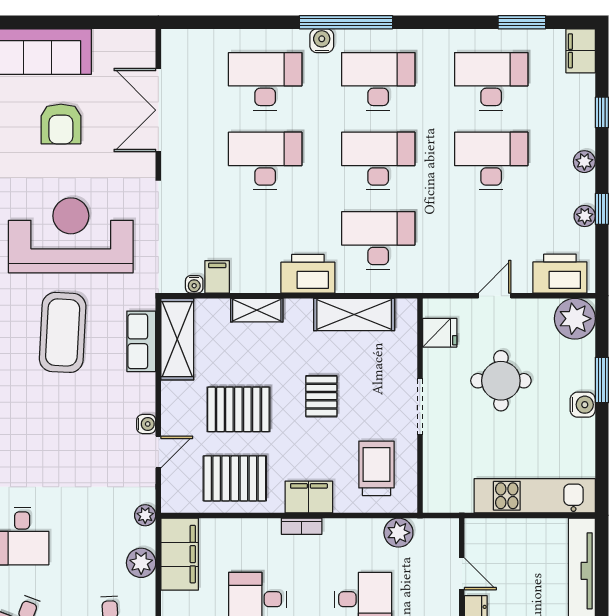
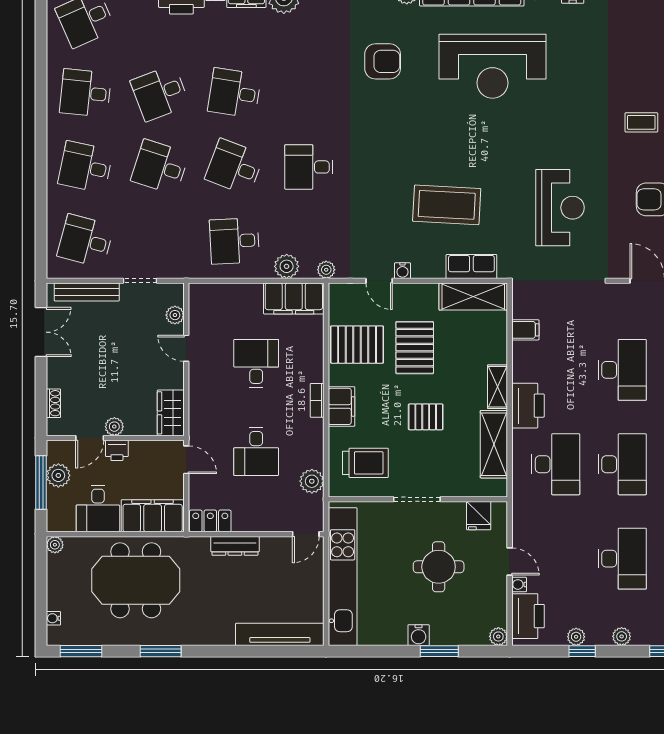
reception desk: (71, 235) -> (560, 208), width x0.74, depth x0.77
water cooler: (194, 284) -> (519, 584), moved
shelving: (257, 310) -> (498, 387), moved
plant: (575, 319) -> (498, 636), width x0.53, depth x0.53
coffee table: (63, 332) -> (447, 205), moved
pallet: (235, 478) -> (357, 345), turned 90
kitchen unit: (535, 496) -> (343, 577), width x1.36
door: (462, 574) -> (306, 534), moved

